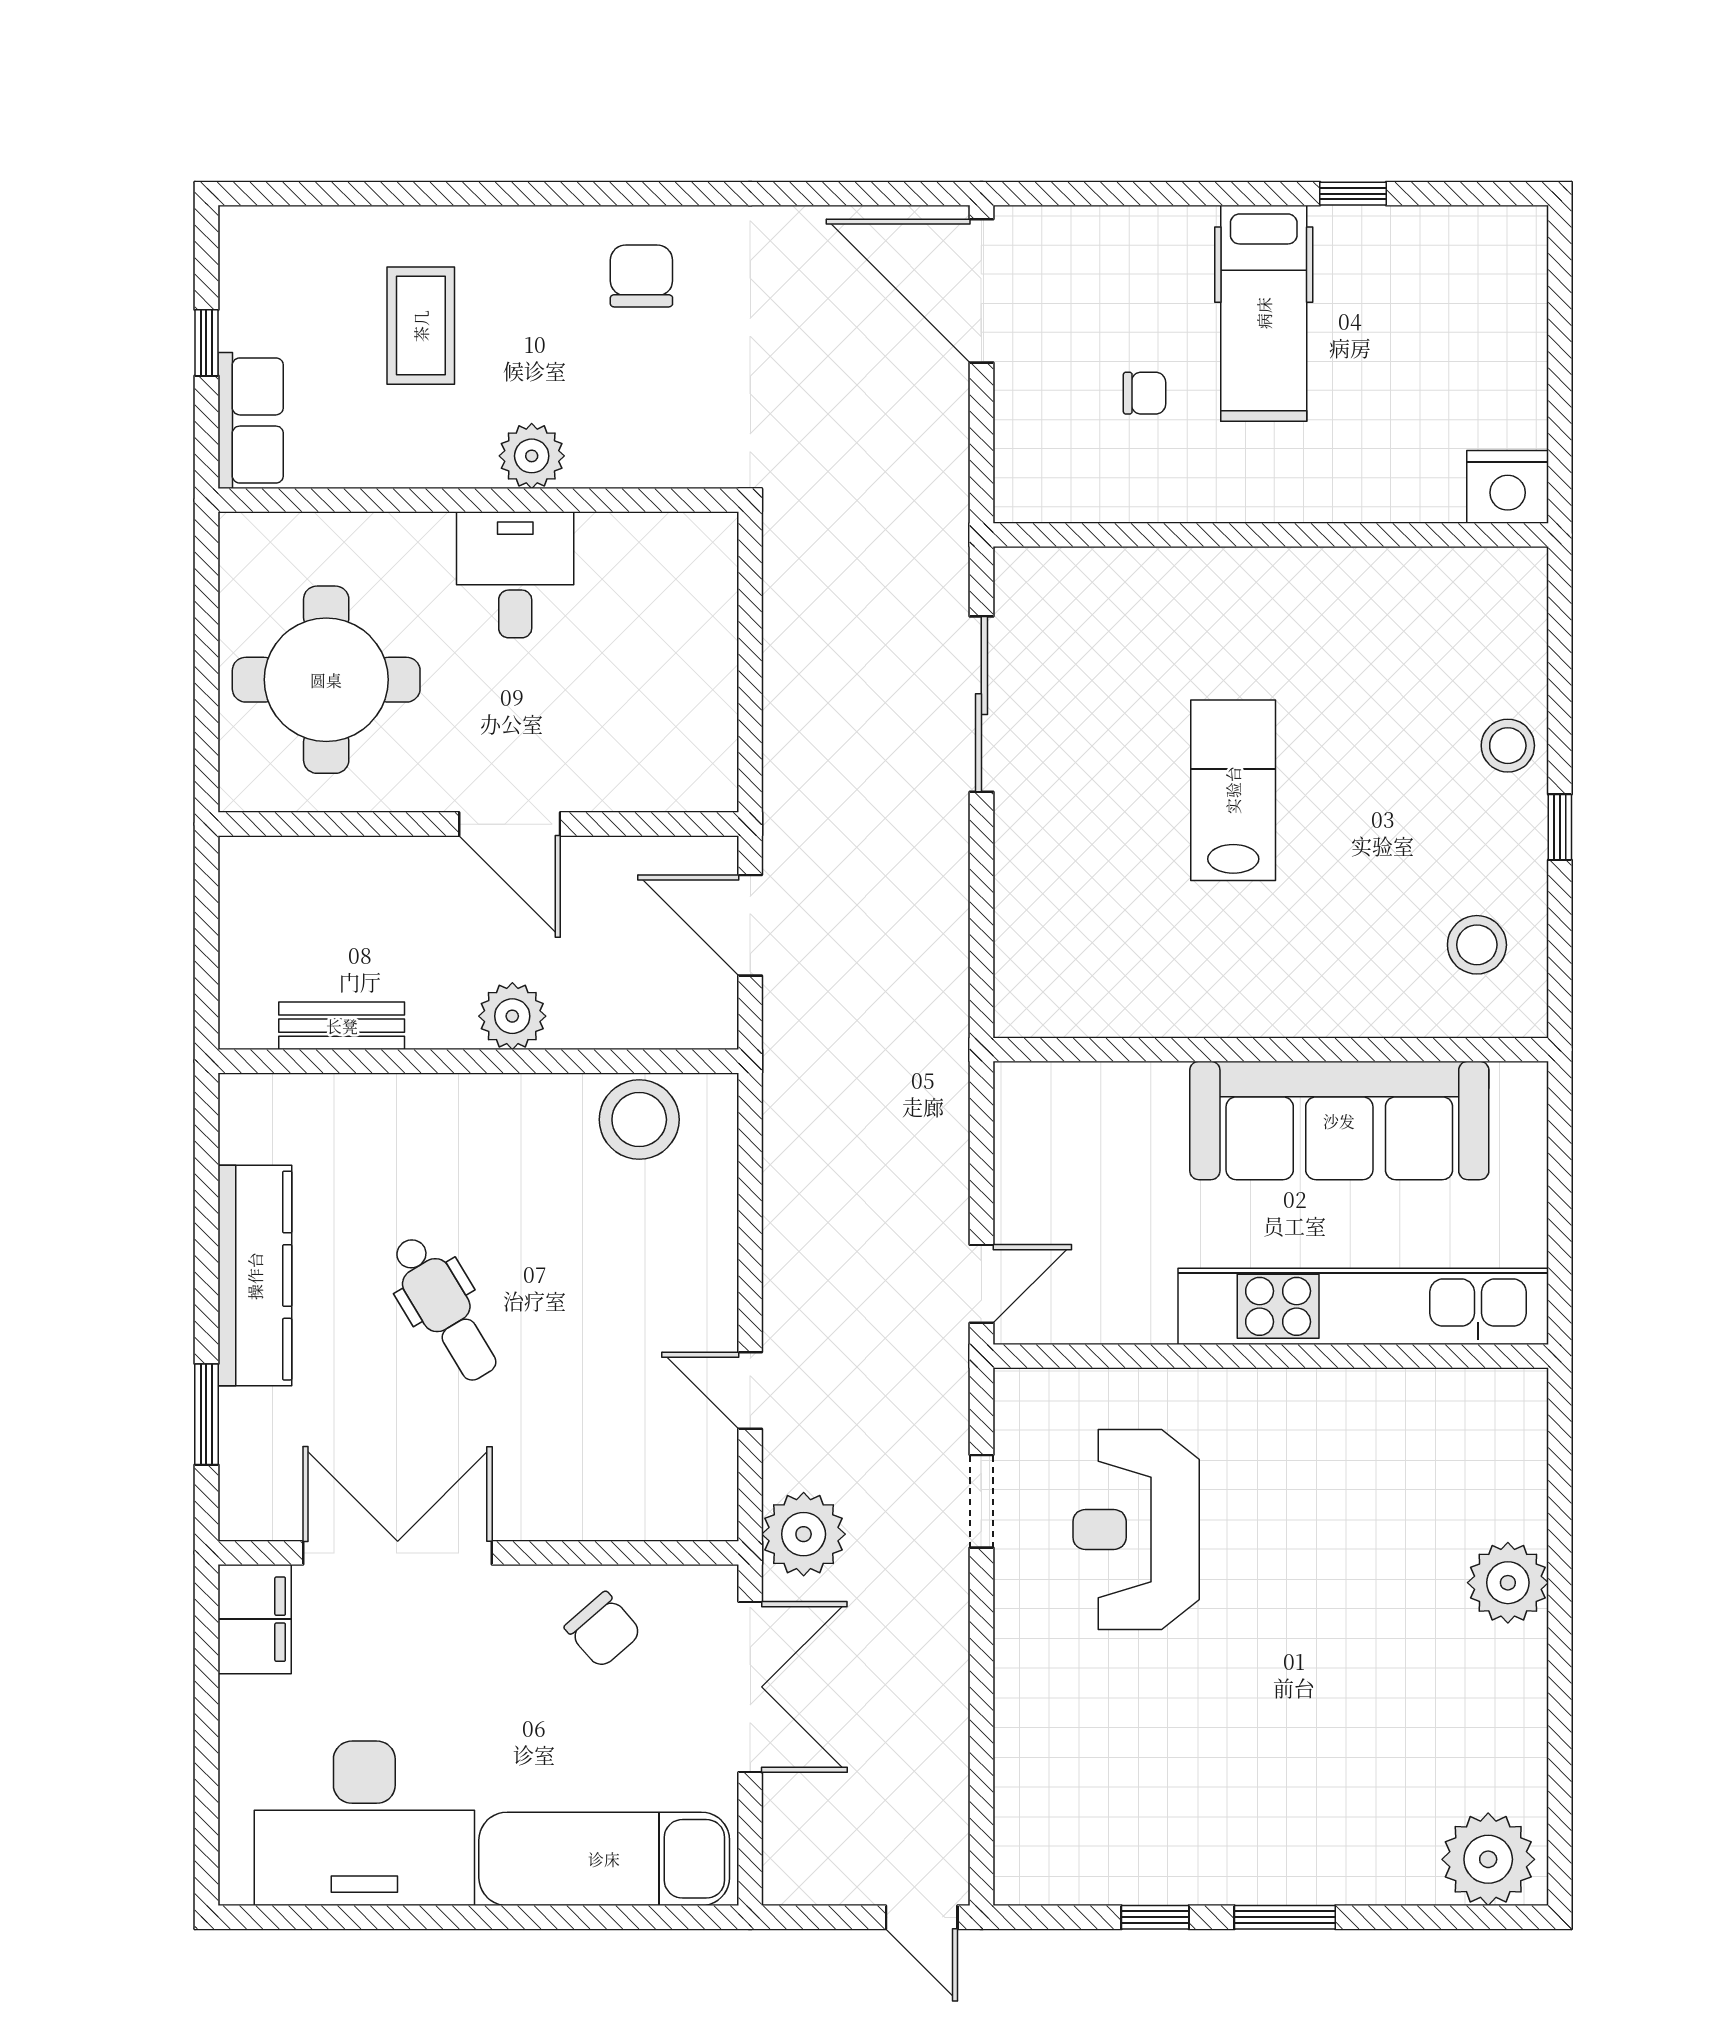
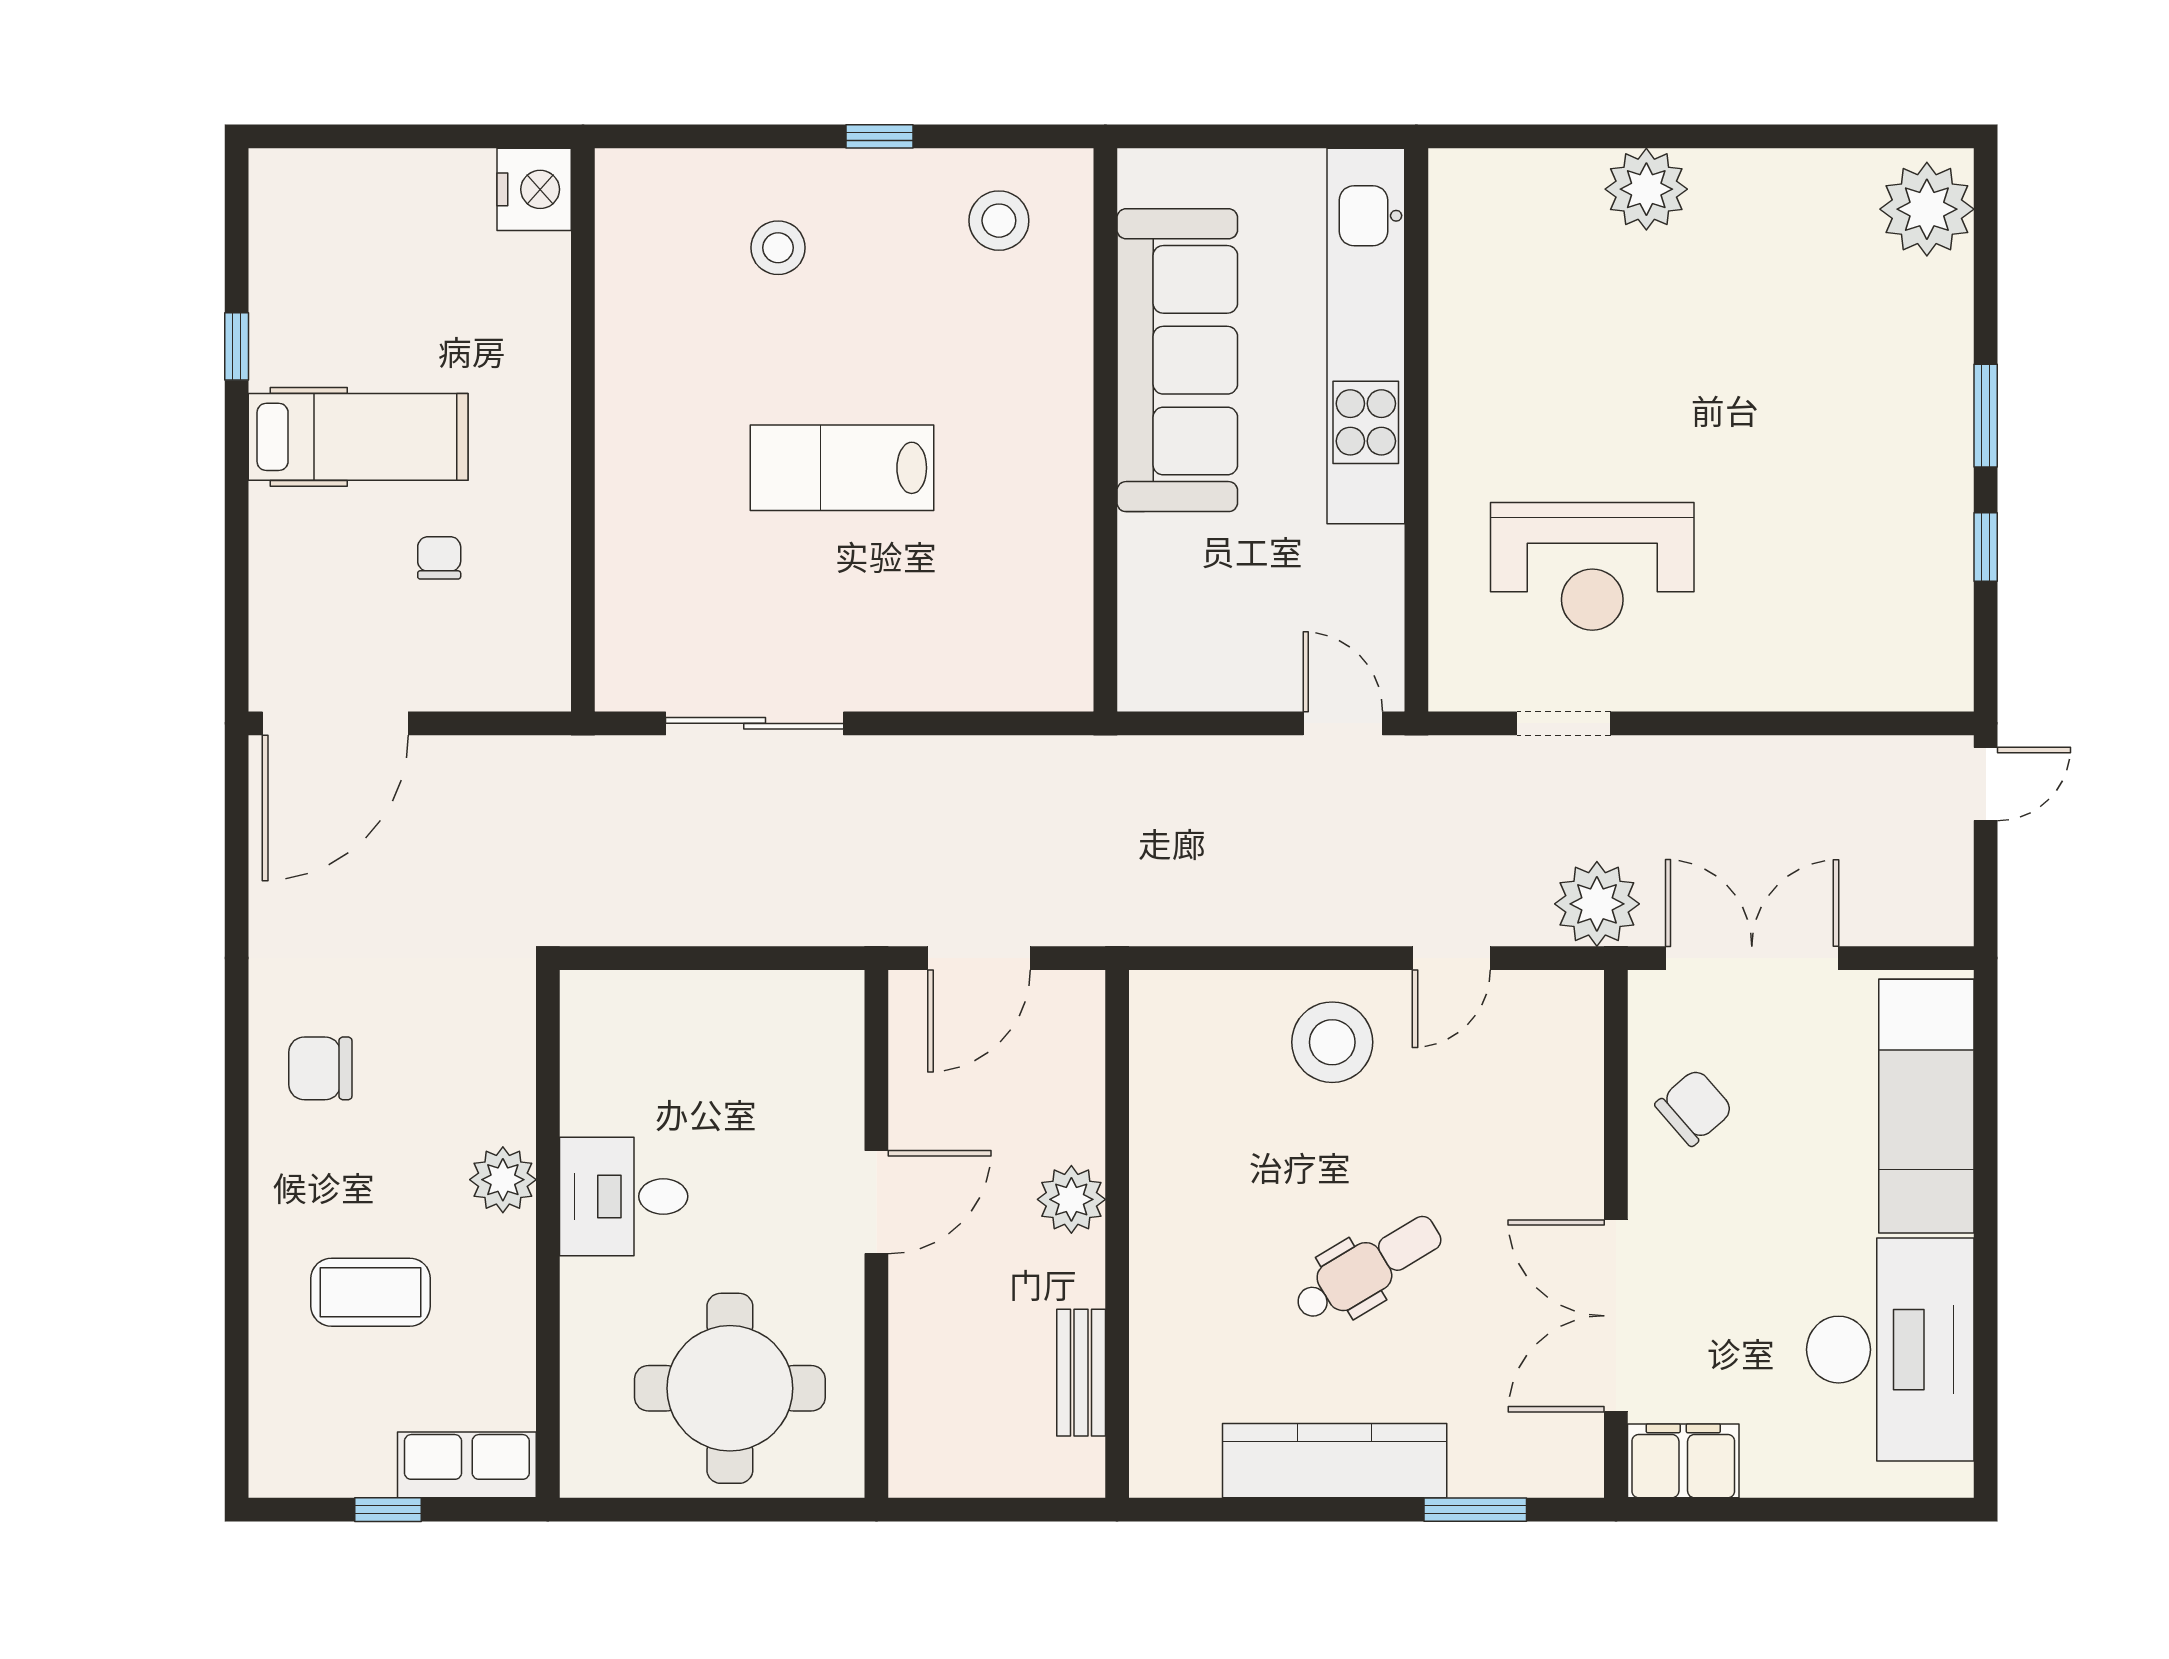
stool: (1508, 746) -> (778, 248), moved
stool: (639, 1120) -> (1332, 1042), moved

